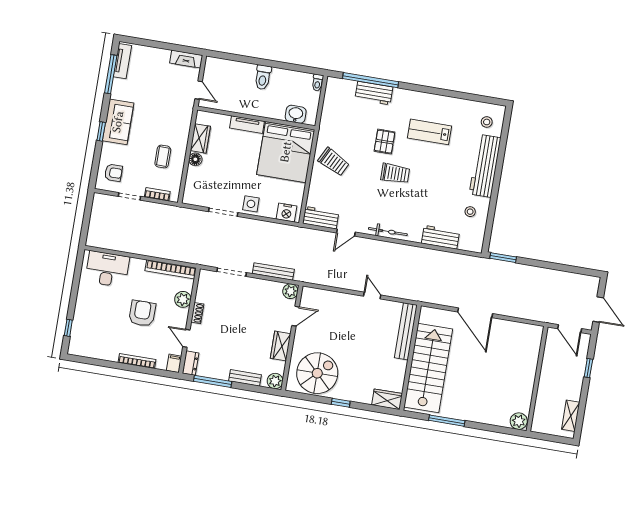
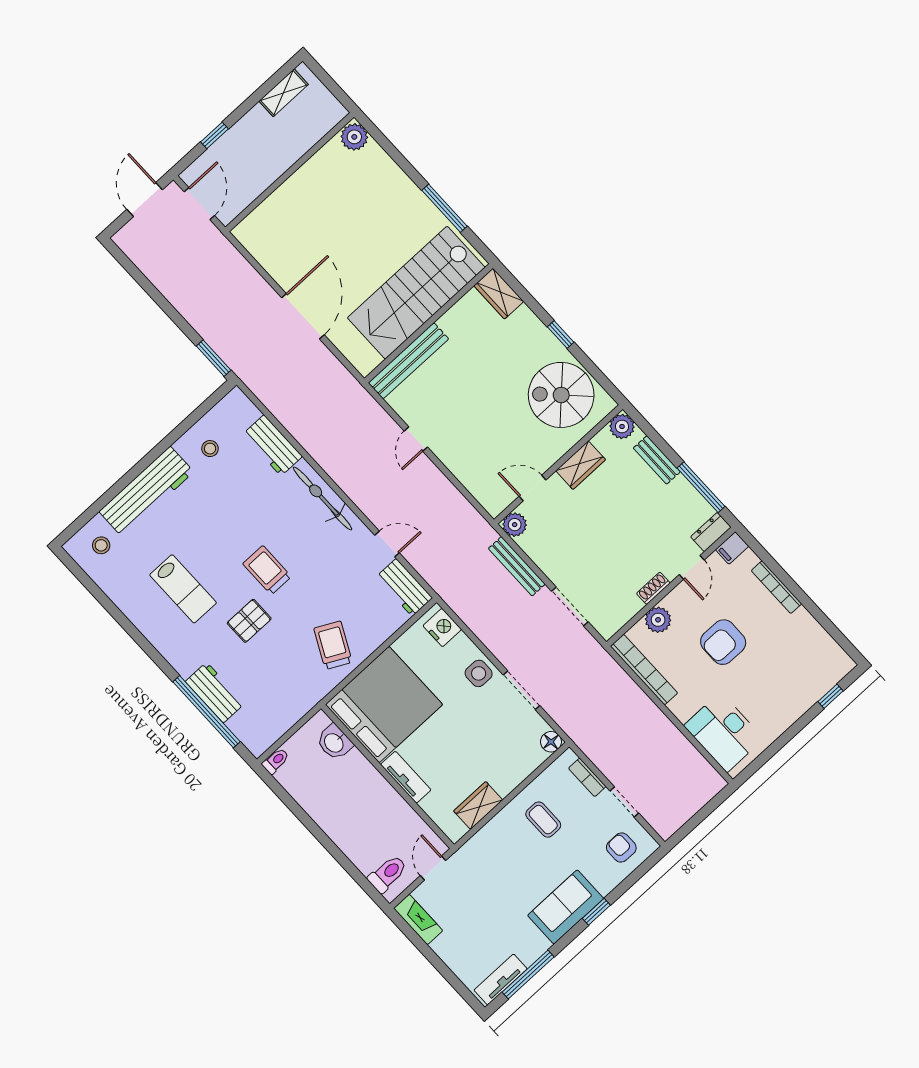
toilet: (263, 77) -> (388, 874), moved
coffee table: (163, 157) -> (543, 820), turned 90
floor lamp: (195, 159) -> (551, 742), moved
bicycle: (388, 232) -> (323, 498), width x1.37, depth x1.40

